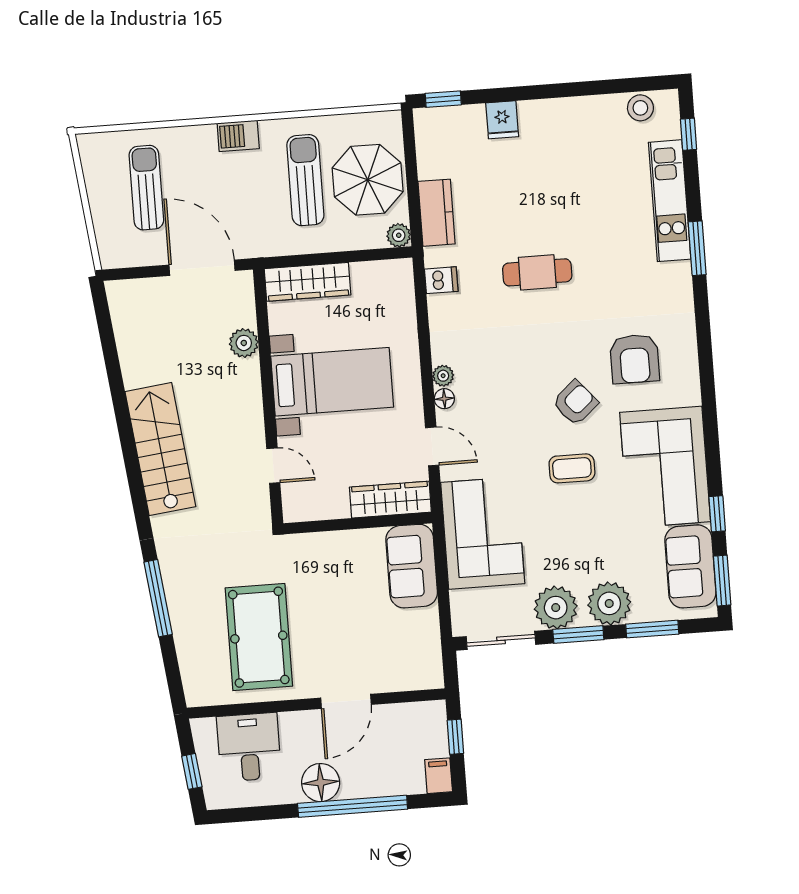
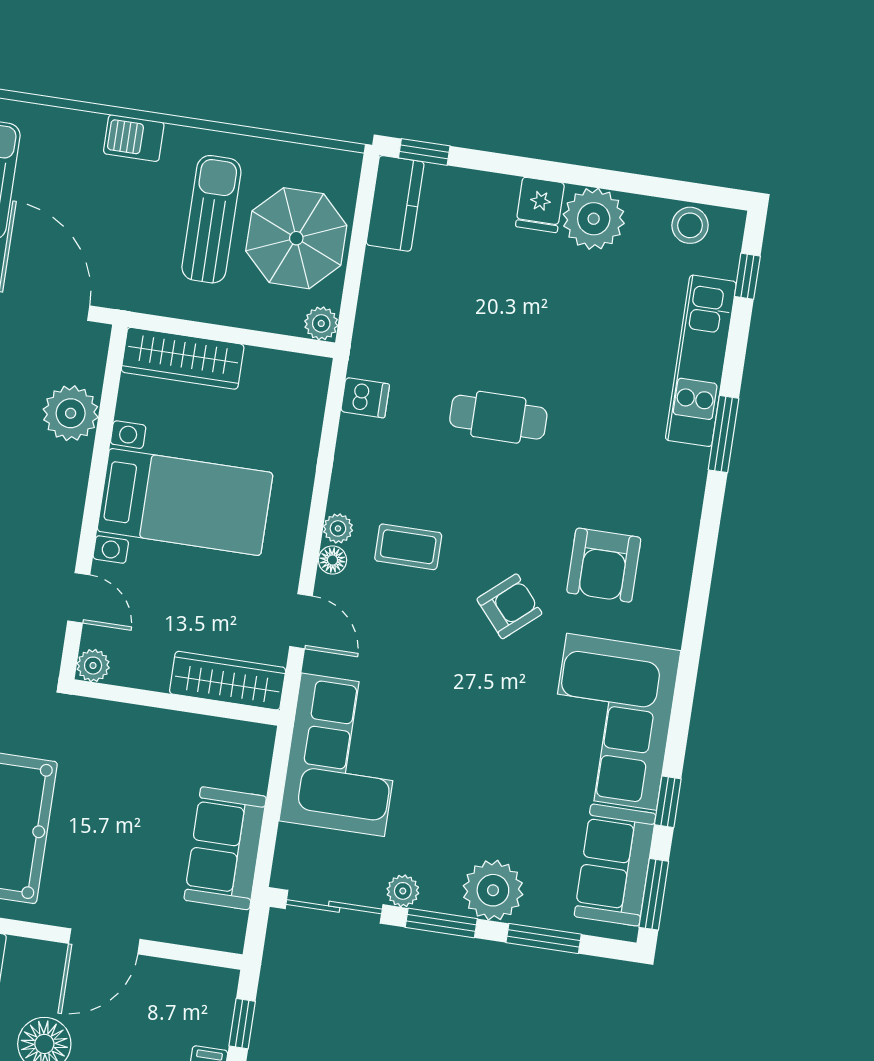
plant: (572, 119) -> (594, 219), added
fridge: (502, 120) -> (540, 205), moved
kitchen counter: (437, 213) -> (395, 203), moved
plant: (244, 343) -> (71, 413), width x1.36, depth x1.36
coffee table: (572, 468) -> (408, 547), moved
plant: (294, 511) -> (93, 666), added
sofa: (412, 566) -> (225, 848), moved
plant: (556, 608) -> (403, 891), width x0.53, depth x0.53

